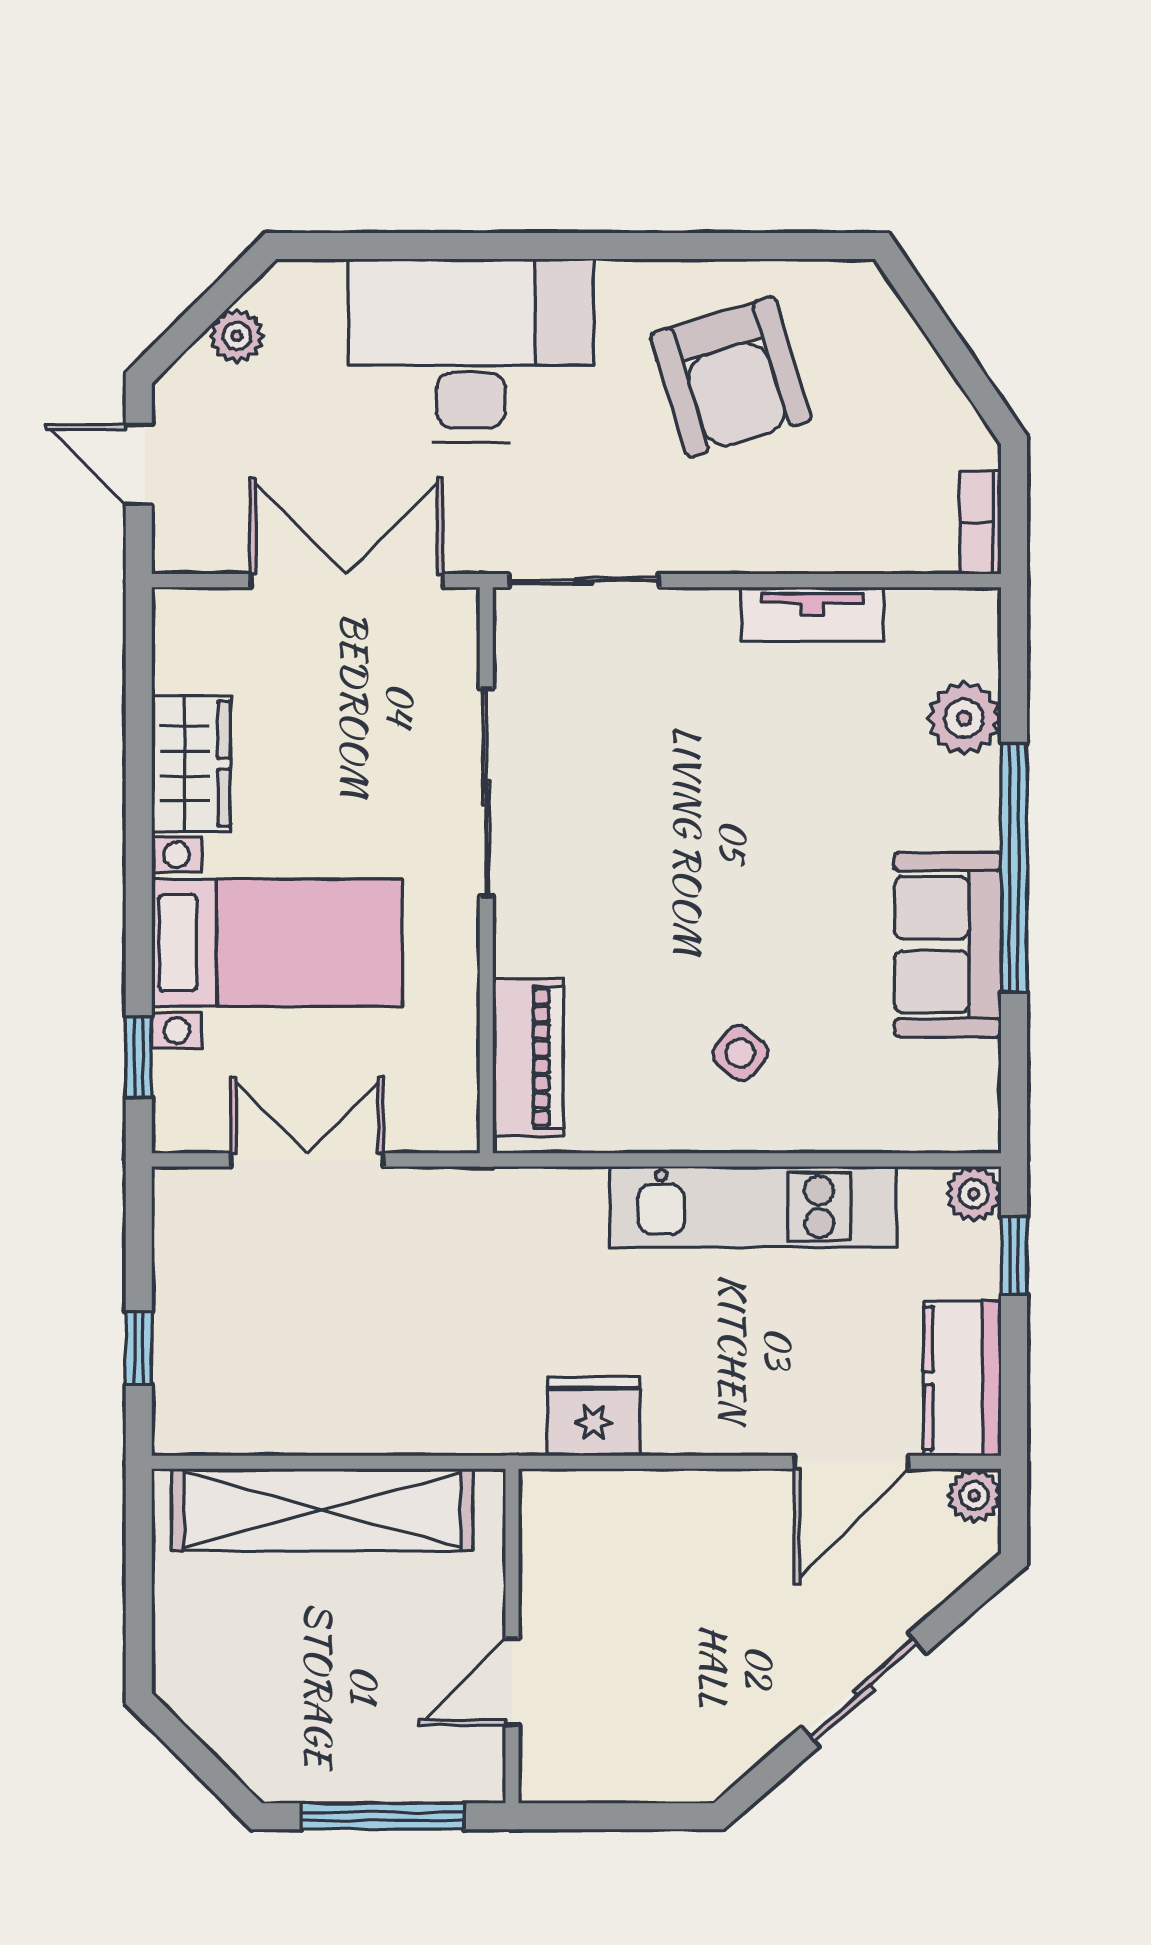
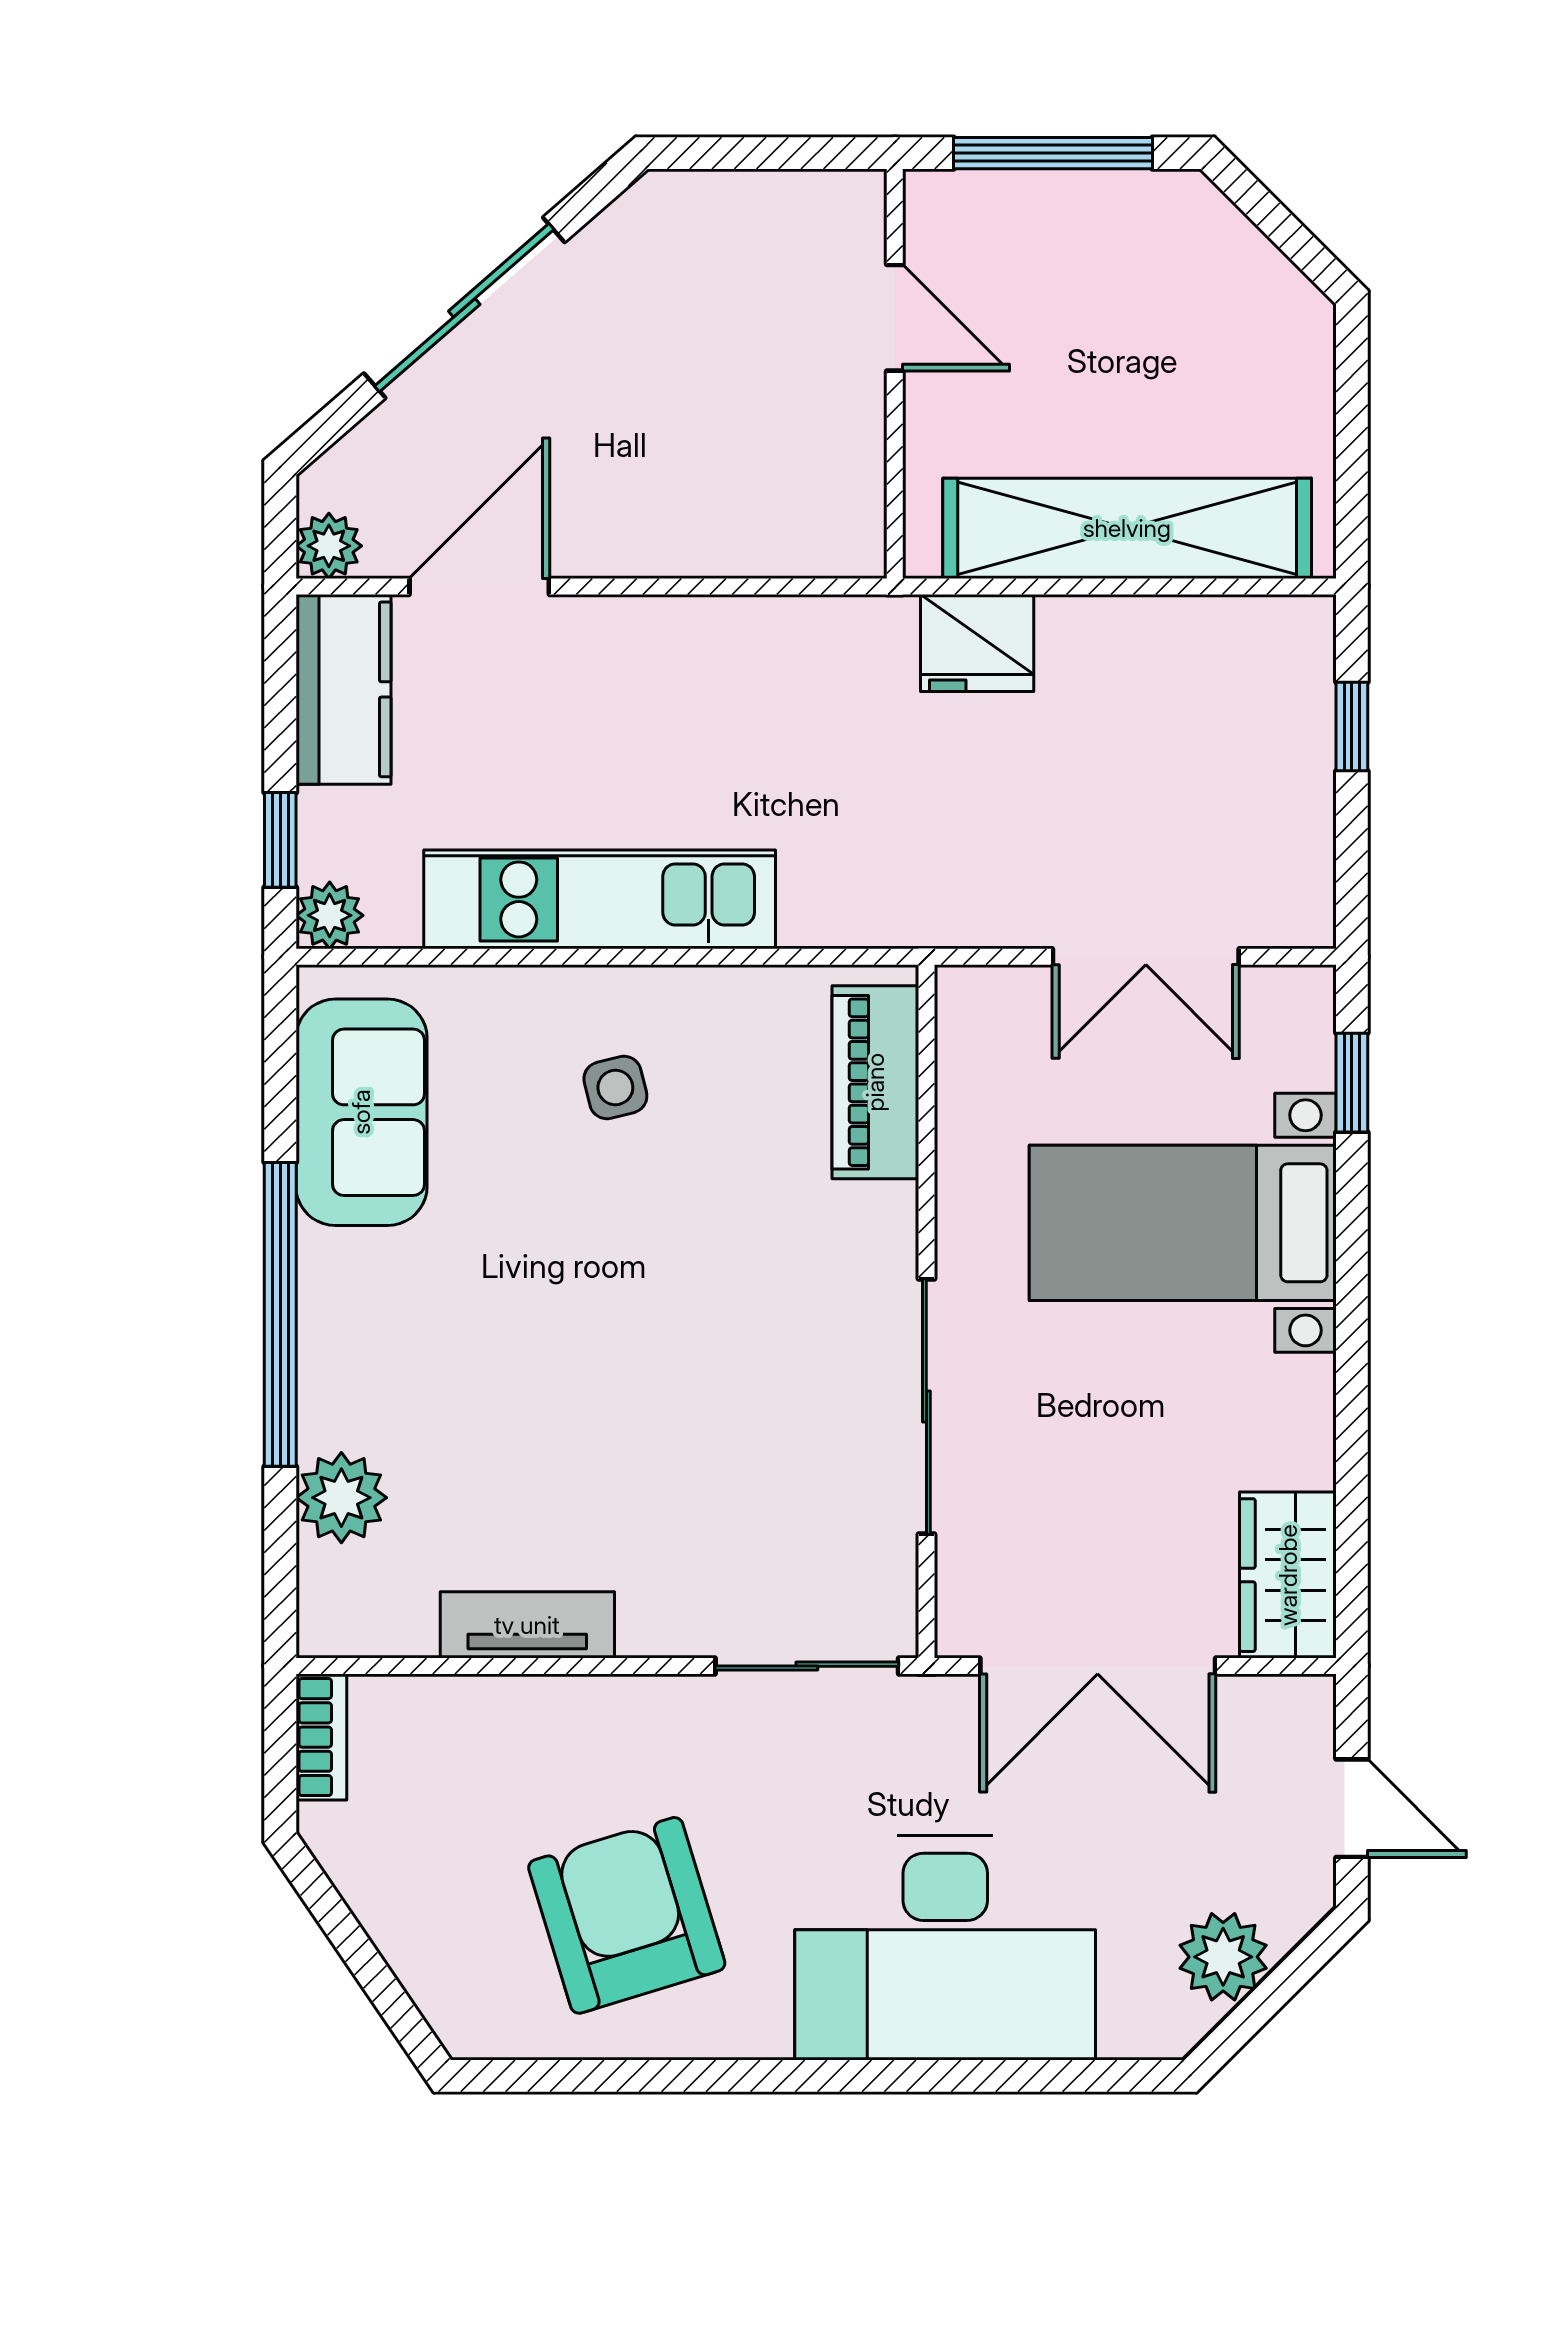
plant: (237, 336) -> (1223, 1957), width x1.38, depth x1.38
wardrobe: (191, 764) -> (1288, 1575), moved
sofa: (948, 945) -> (361, 1112), moved
side table: (740, 1053) -> (615, 1088), turned 37
fridge: (594, 1416) -> (977, 643), moved
door: (512, 1682) -> (895, 318), hinge flipped
sliding door: (864, 1690) -> (464, 308), width x1.37

